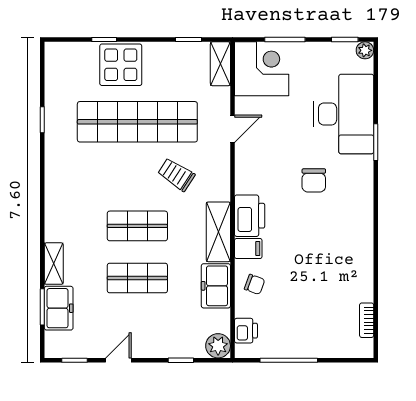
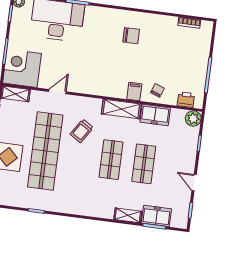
door: (232, 129) -> (57, 92), hinge flipped
chair: (314, 180) -> (131, 36), moved
printer: (250, 216) -> (114, 88), removed

